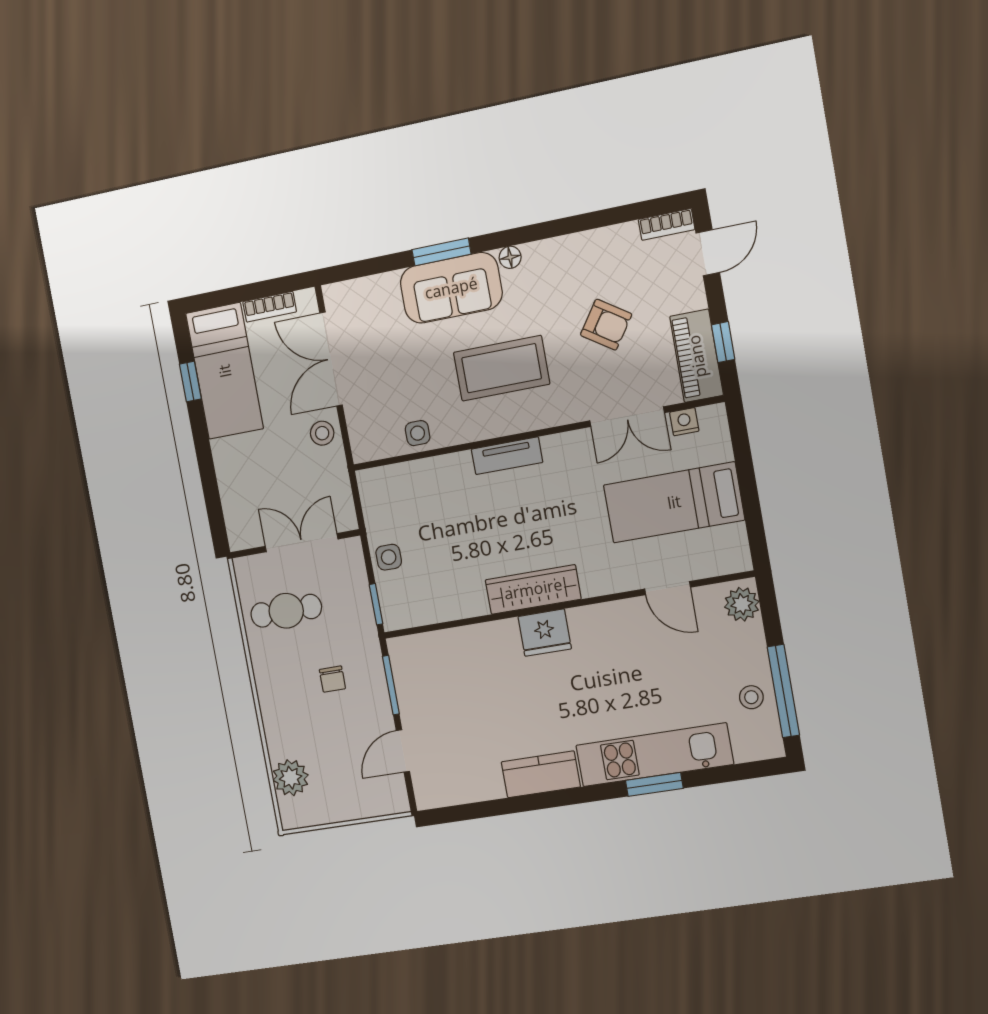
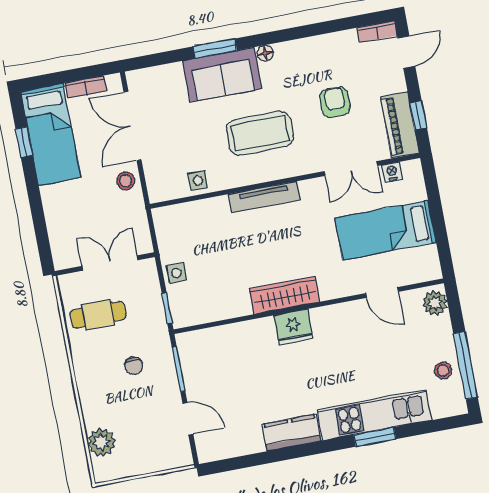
armchair: (606, 325) -> (335, 102), turned -124
tv unit: (507, 456) -> (264, 197), width x1.41
door: (403, 751) -> (188, 419), swing flipped

